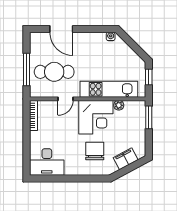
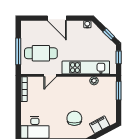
door: (61, 29) -> (57, 18), moved
window: (137, 49) -> (109, 34), added
corner desk: (96, 117) -> (75, 91), removed

